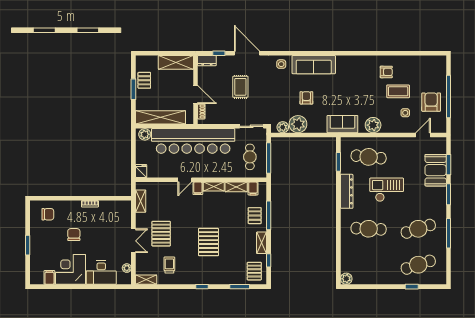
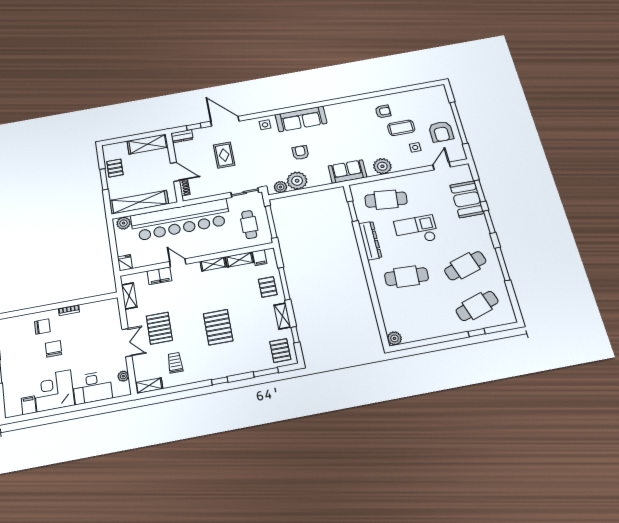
armchair: (431, 102) -> (441, 132), turned 180
door: (185, 180) -> (178, 263), swing flipped
filing cabinet: (198, 188) -> (159, 276), moved, width x2.00
chair: (48, 214) -> (42, 327), moved

